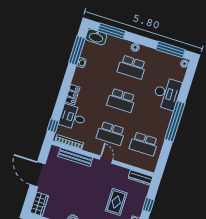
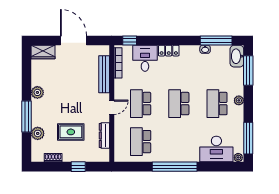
desk: (167, 93) -> (216, 149), moved
door: (38, 174) -> (74, 41), hinge flipped
dresser: (140, 177) -> (104, 135), moved

